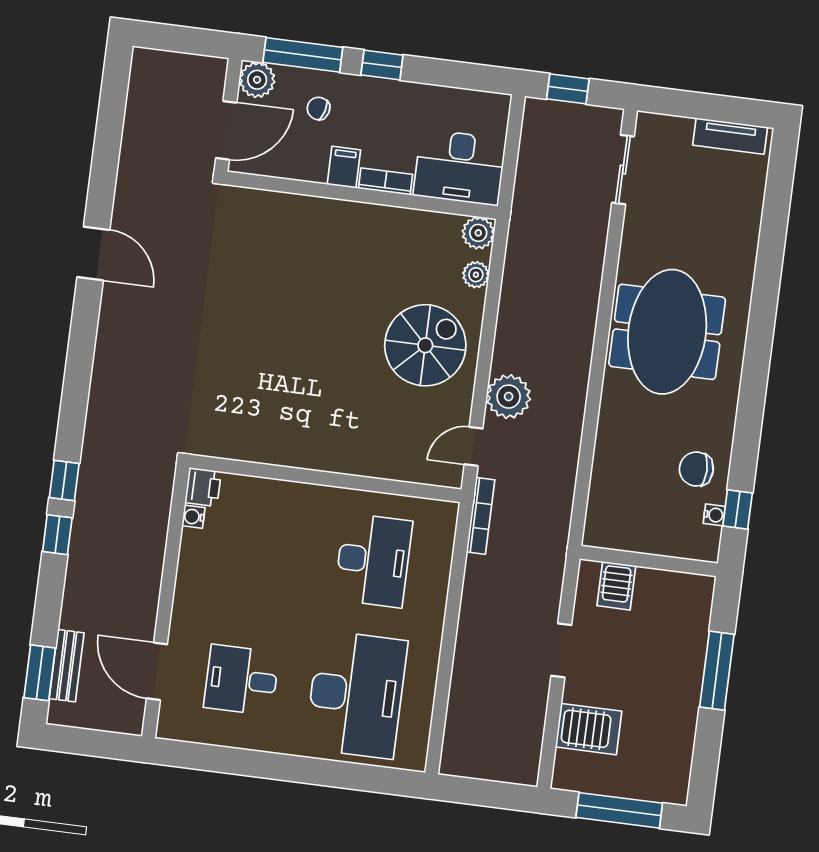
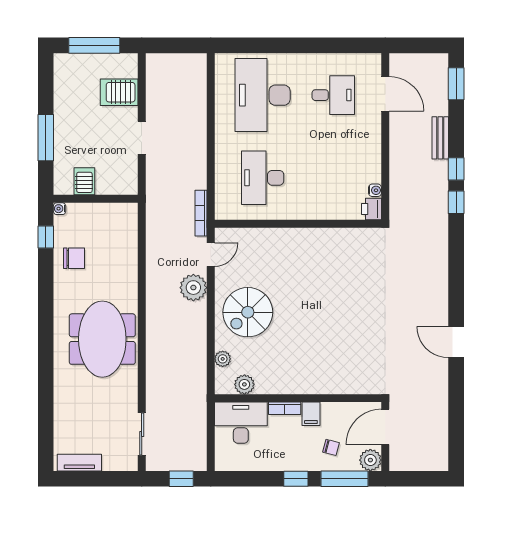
plant: (478, 233) -> (244, 384), moved
water cooler: (714, 515) -> (60, 209), moved
server rack: (616, 586) -> (84, 181), moved
bench: (67, 666) -> (440, 138), moved

